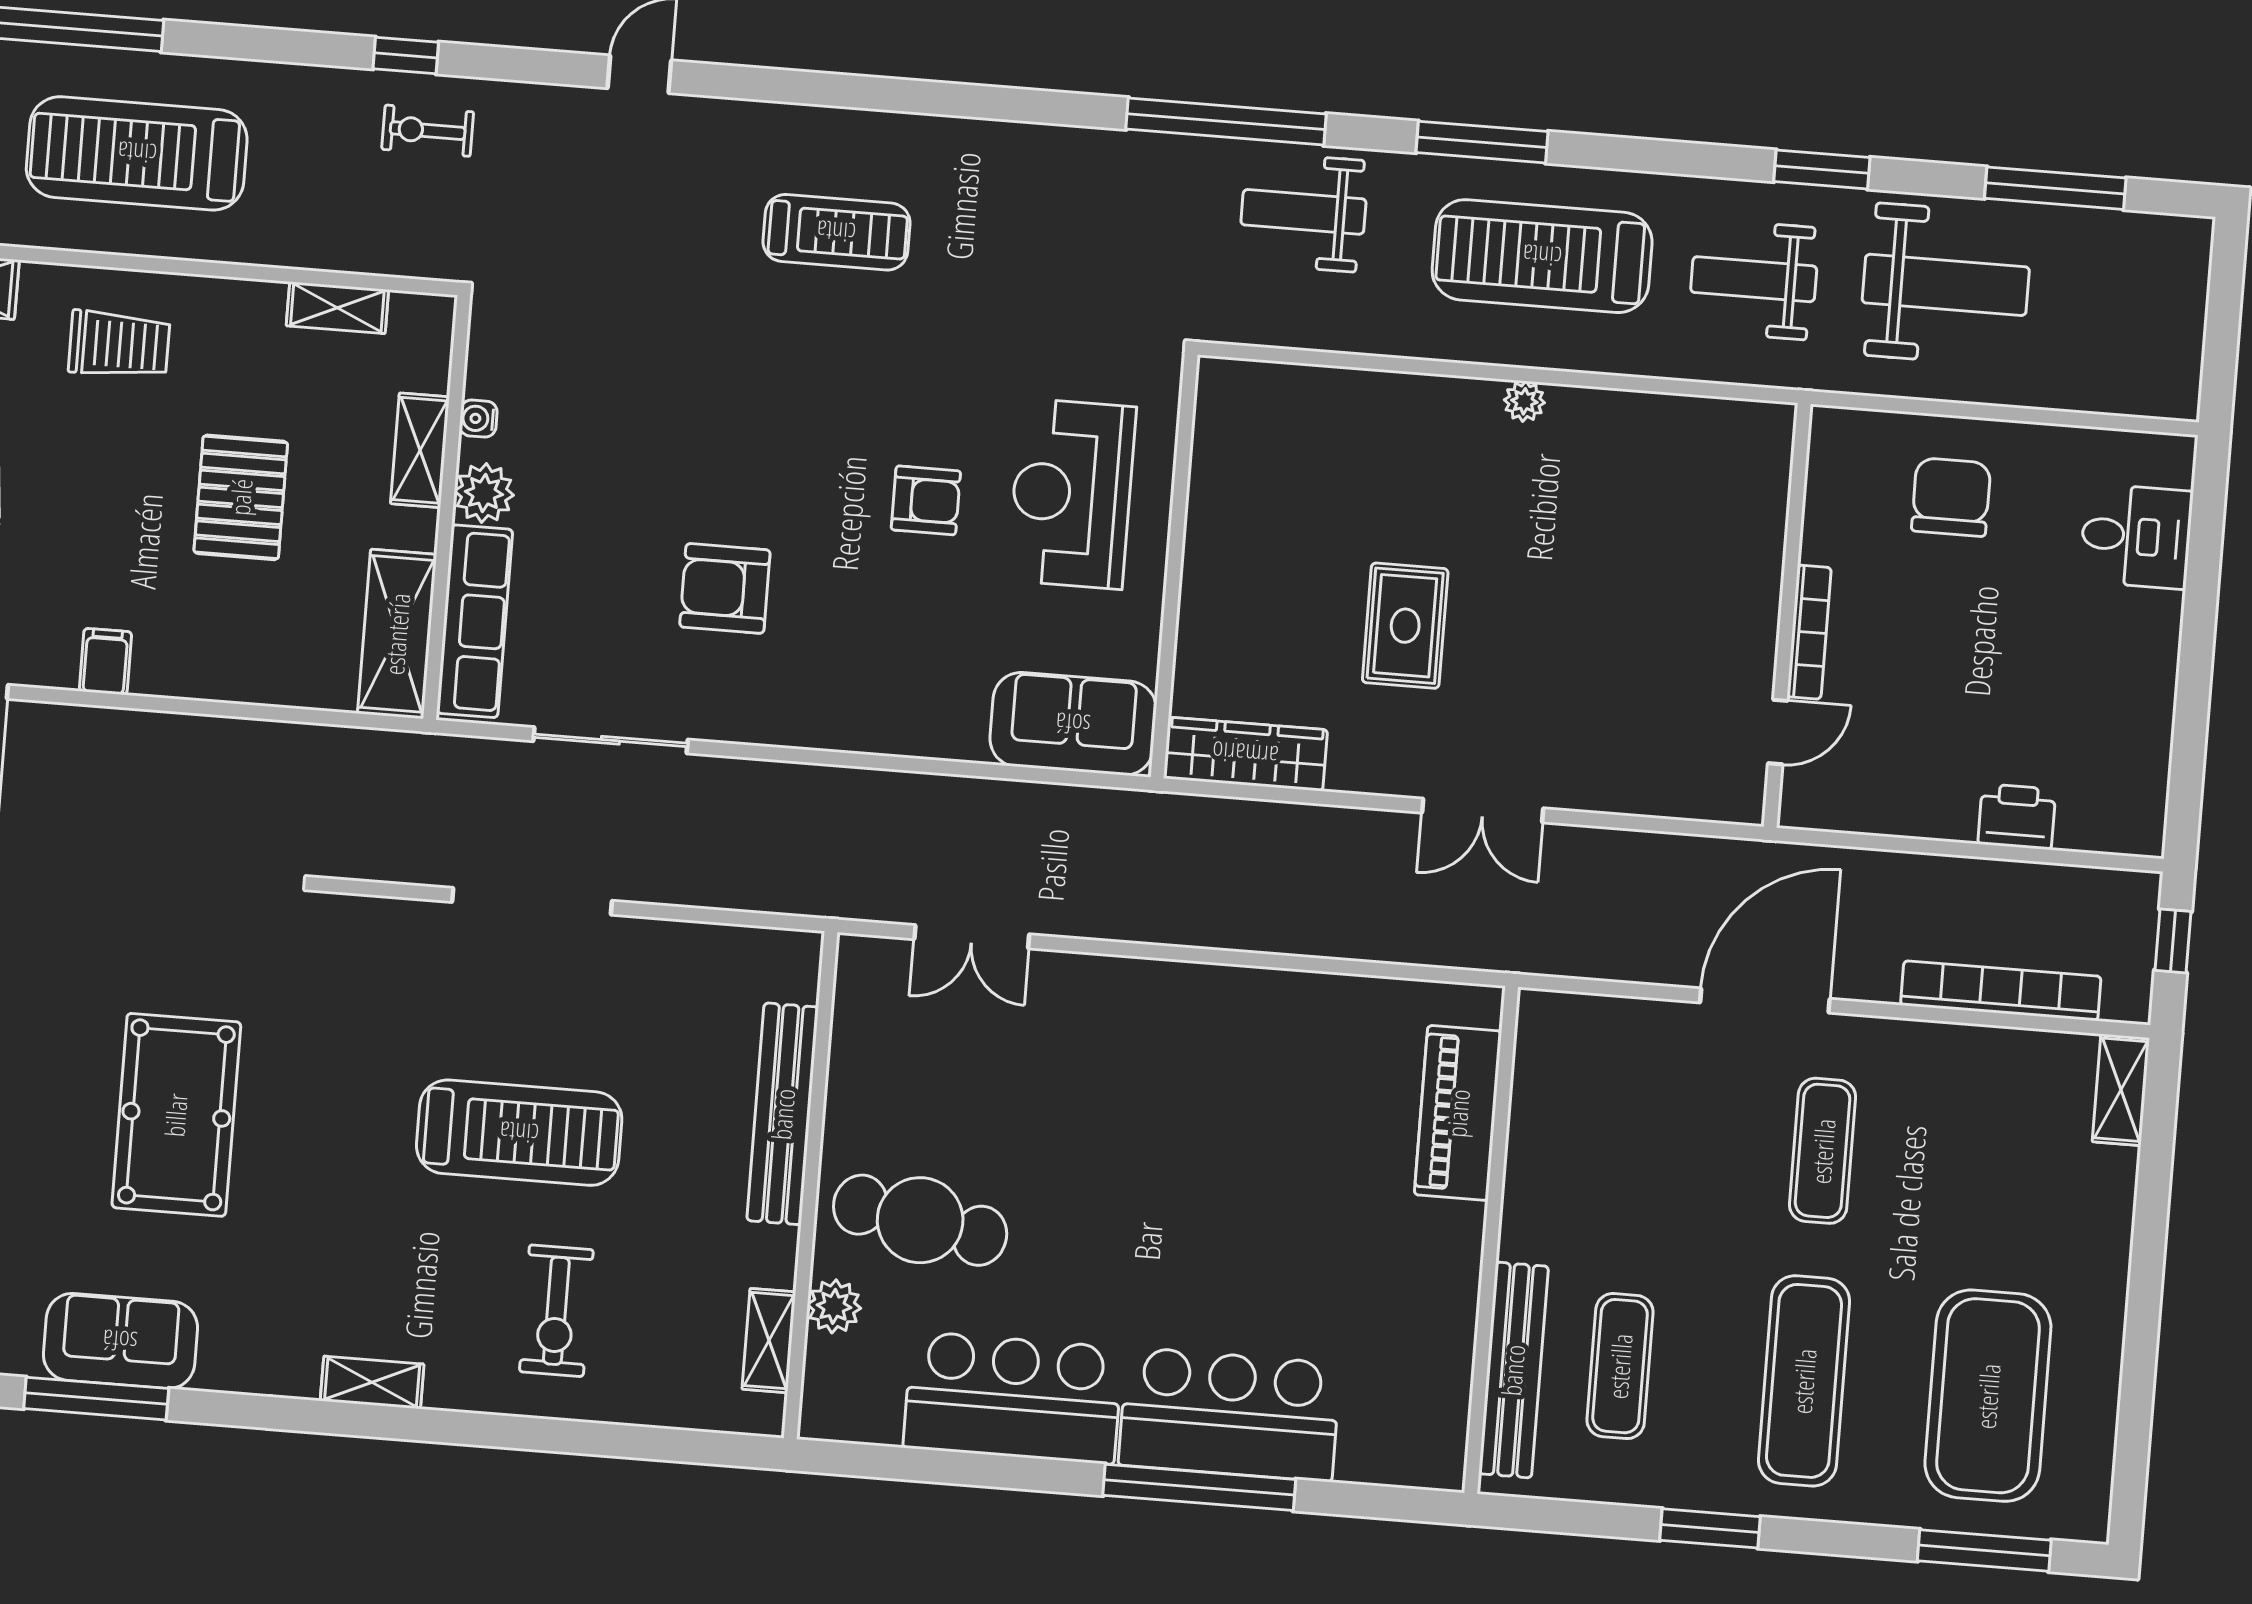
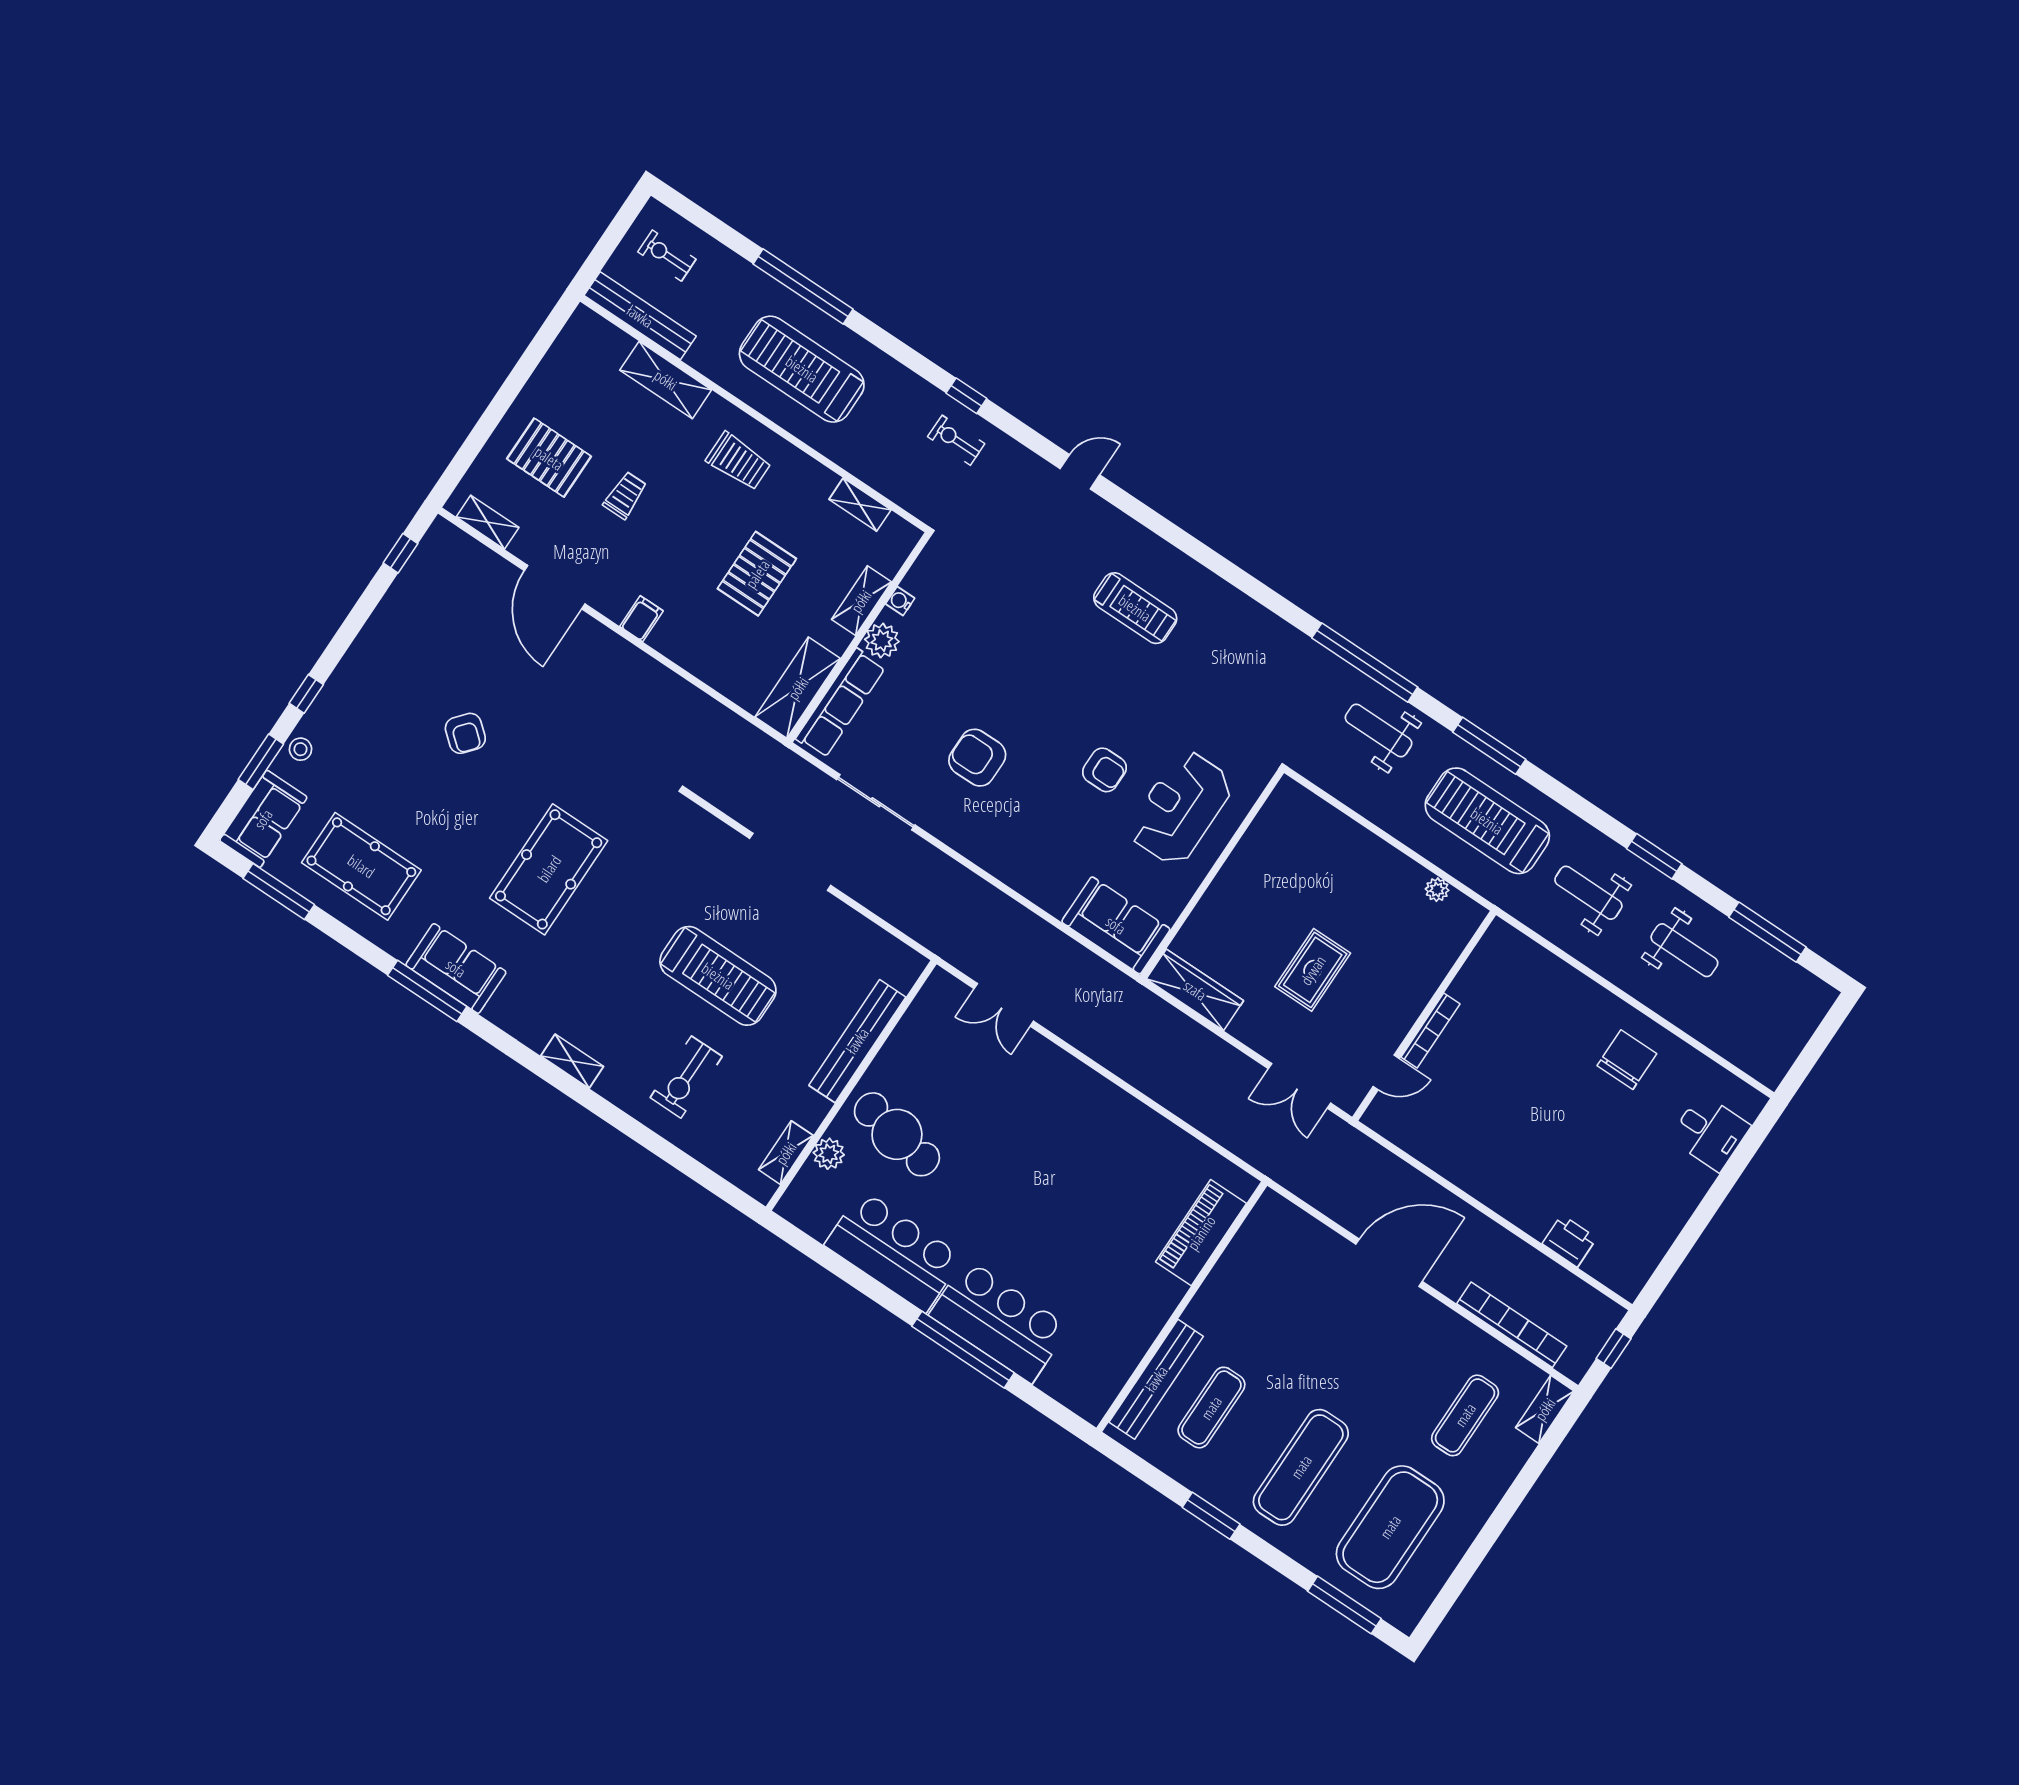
weight bench: (1946, 285) -> (1684, 950), width x0.73, depth x0.75
wall: (1787, 615) -> (1424, 1016), moved
bookcase: (1809, 632) -> (1430, 1031), moved
door: (1778, 732) -> (1386, 1072), moved
exercise mat: (1823, 1151) -> (1465, 1415), moved

